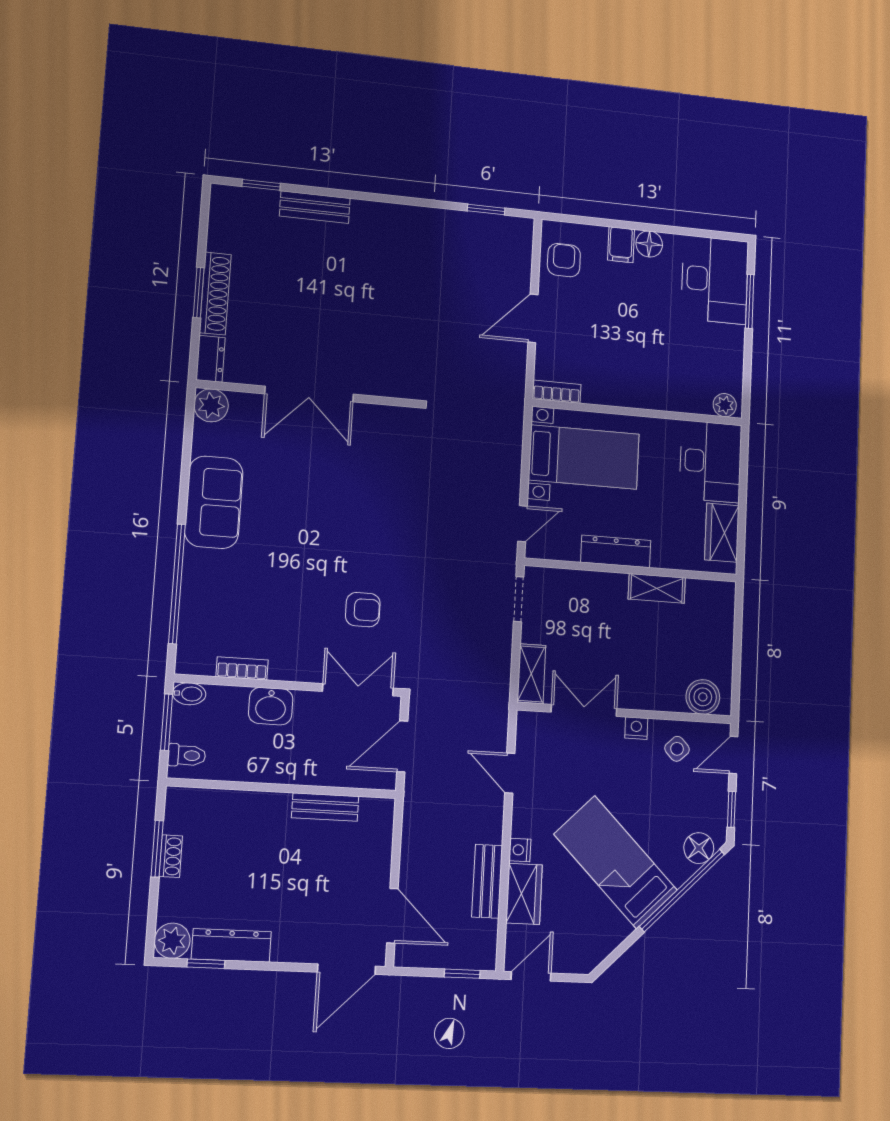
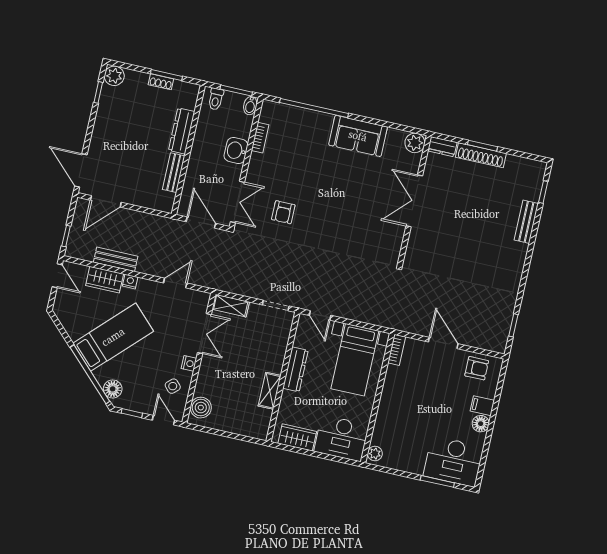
dresser: (231, 945) -> (182, 131), moved, turned 180

